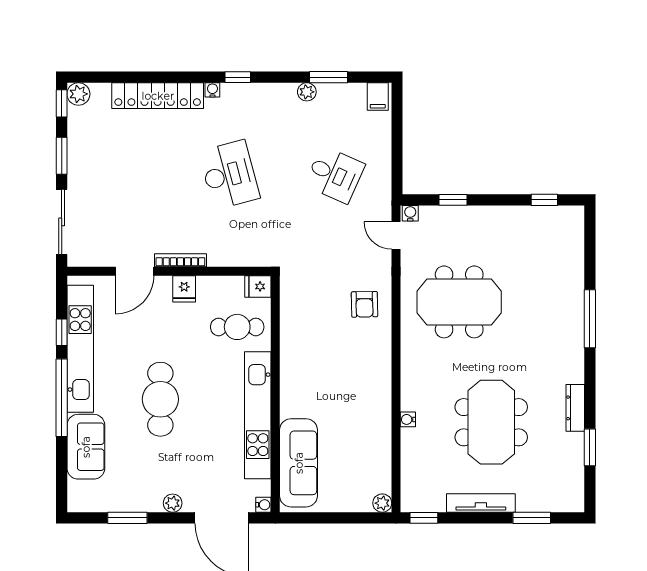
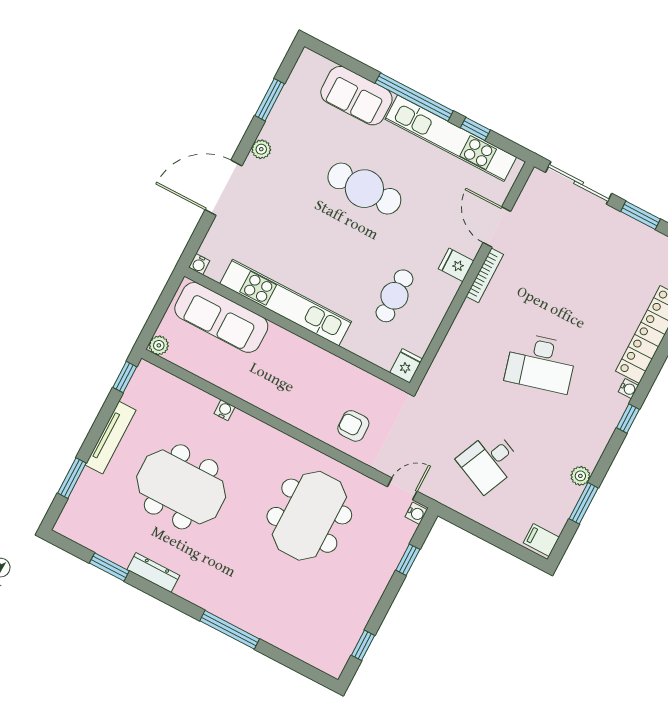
fridge: (258, 286) -> (406, 366), moved
wall: (275, 394) -> (297, 329), moved
kitchen unit: (258, 415) -> (286, 303), moved
sofa: (299, 463) -> (221, 317), moved
water cooler: (263, 505) -> (199, 264), moved

